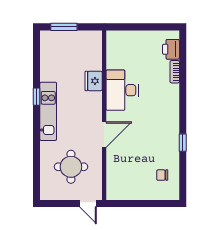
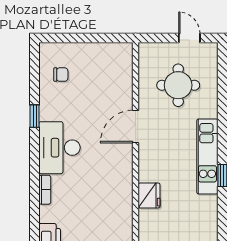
bookcase: (175, 72) -> (45, 190), moved
desk: (122, 90) -> (60, 148), moved, turned 180
door: (88, 203) -> (189, 38), moved

